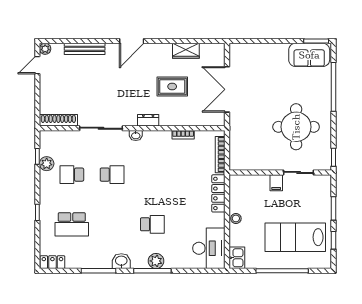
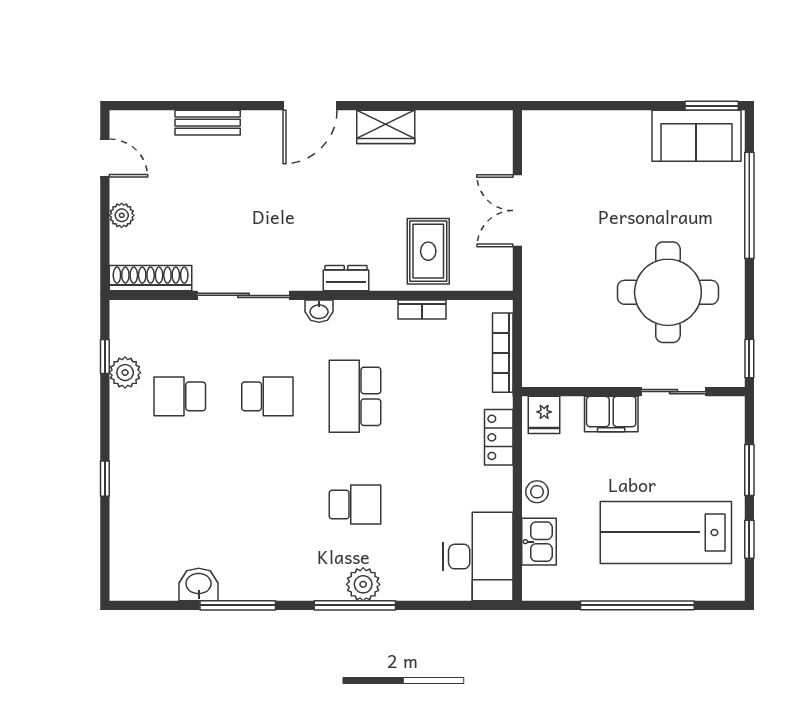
plant: (45, 49) -> (122, 215), moved
bench: (85, 49) -> (208, 123), width x0.73
wardrobe: (186, 51) -> (386, 127), moved
door: (37, 65) -> (105, 158), swing flipped
rug: (172, 86) -> (428, 251), moved, turned 90
double door: (227, 89) -> (517, 211), width x0.73
fridge: (239, 183) -> (544, 415), added
filing cabinet: (276, 183) -> (611, 414), width x2.00
locker: (218, 193) -> (499, 437), width x0.66
school desk: (72, 224) -> (355, 396), moved, turned 90
kitchen sink: (237, 258) -> (539, 542), moved
washbasin: (121, 261) -> (199, 585), moved
locker: (52, 262) -> (138, 587), removed

